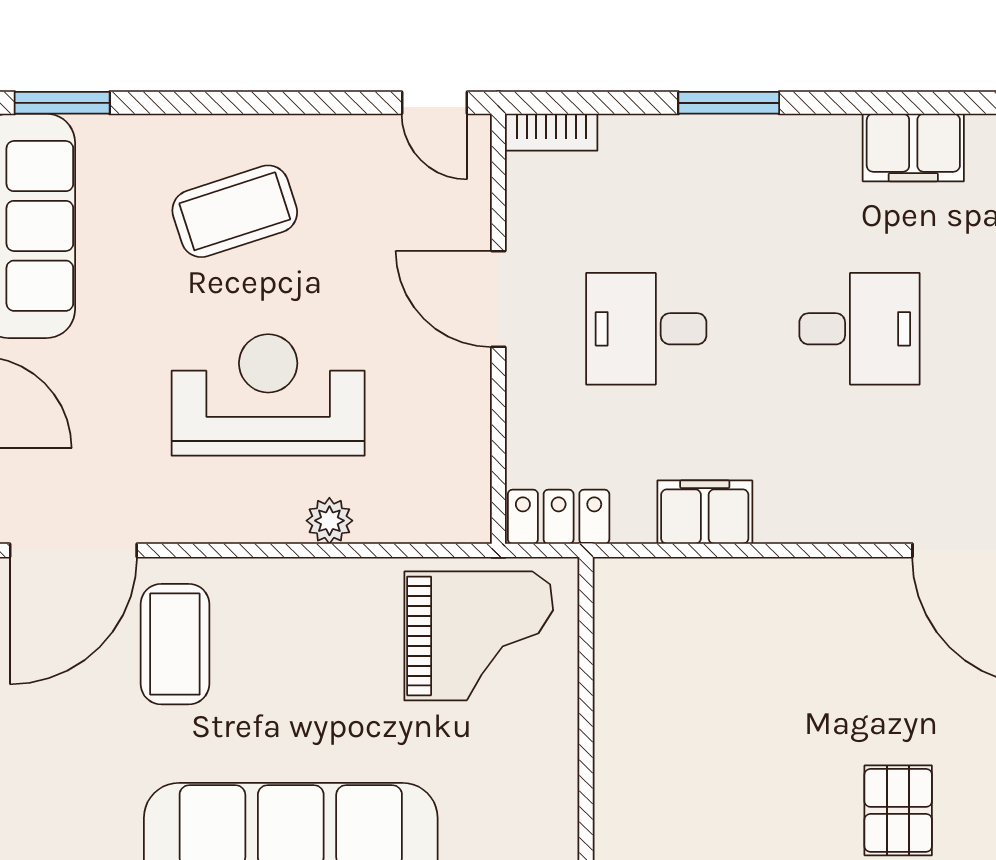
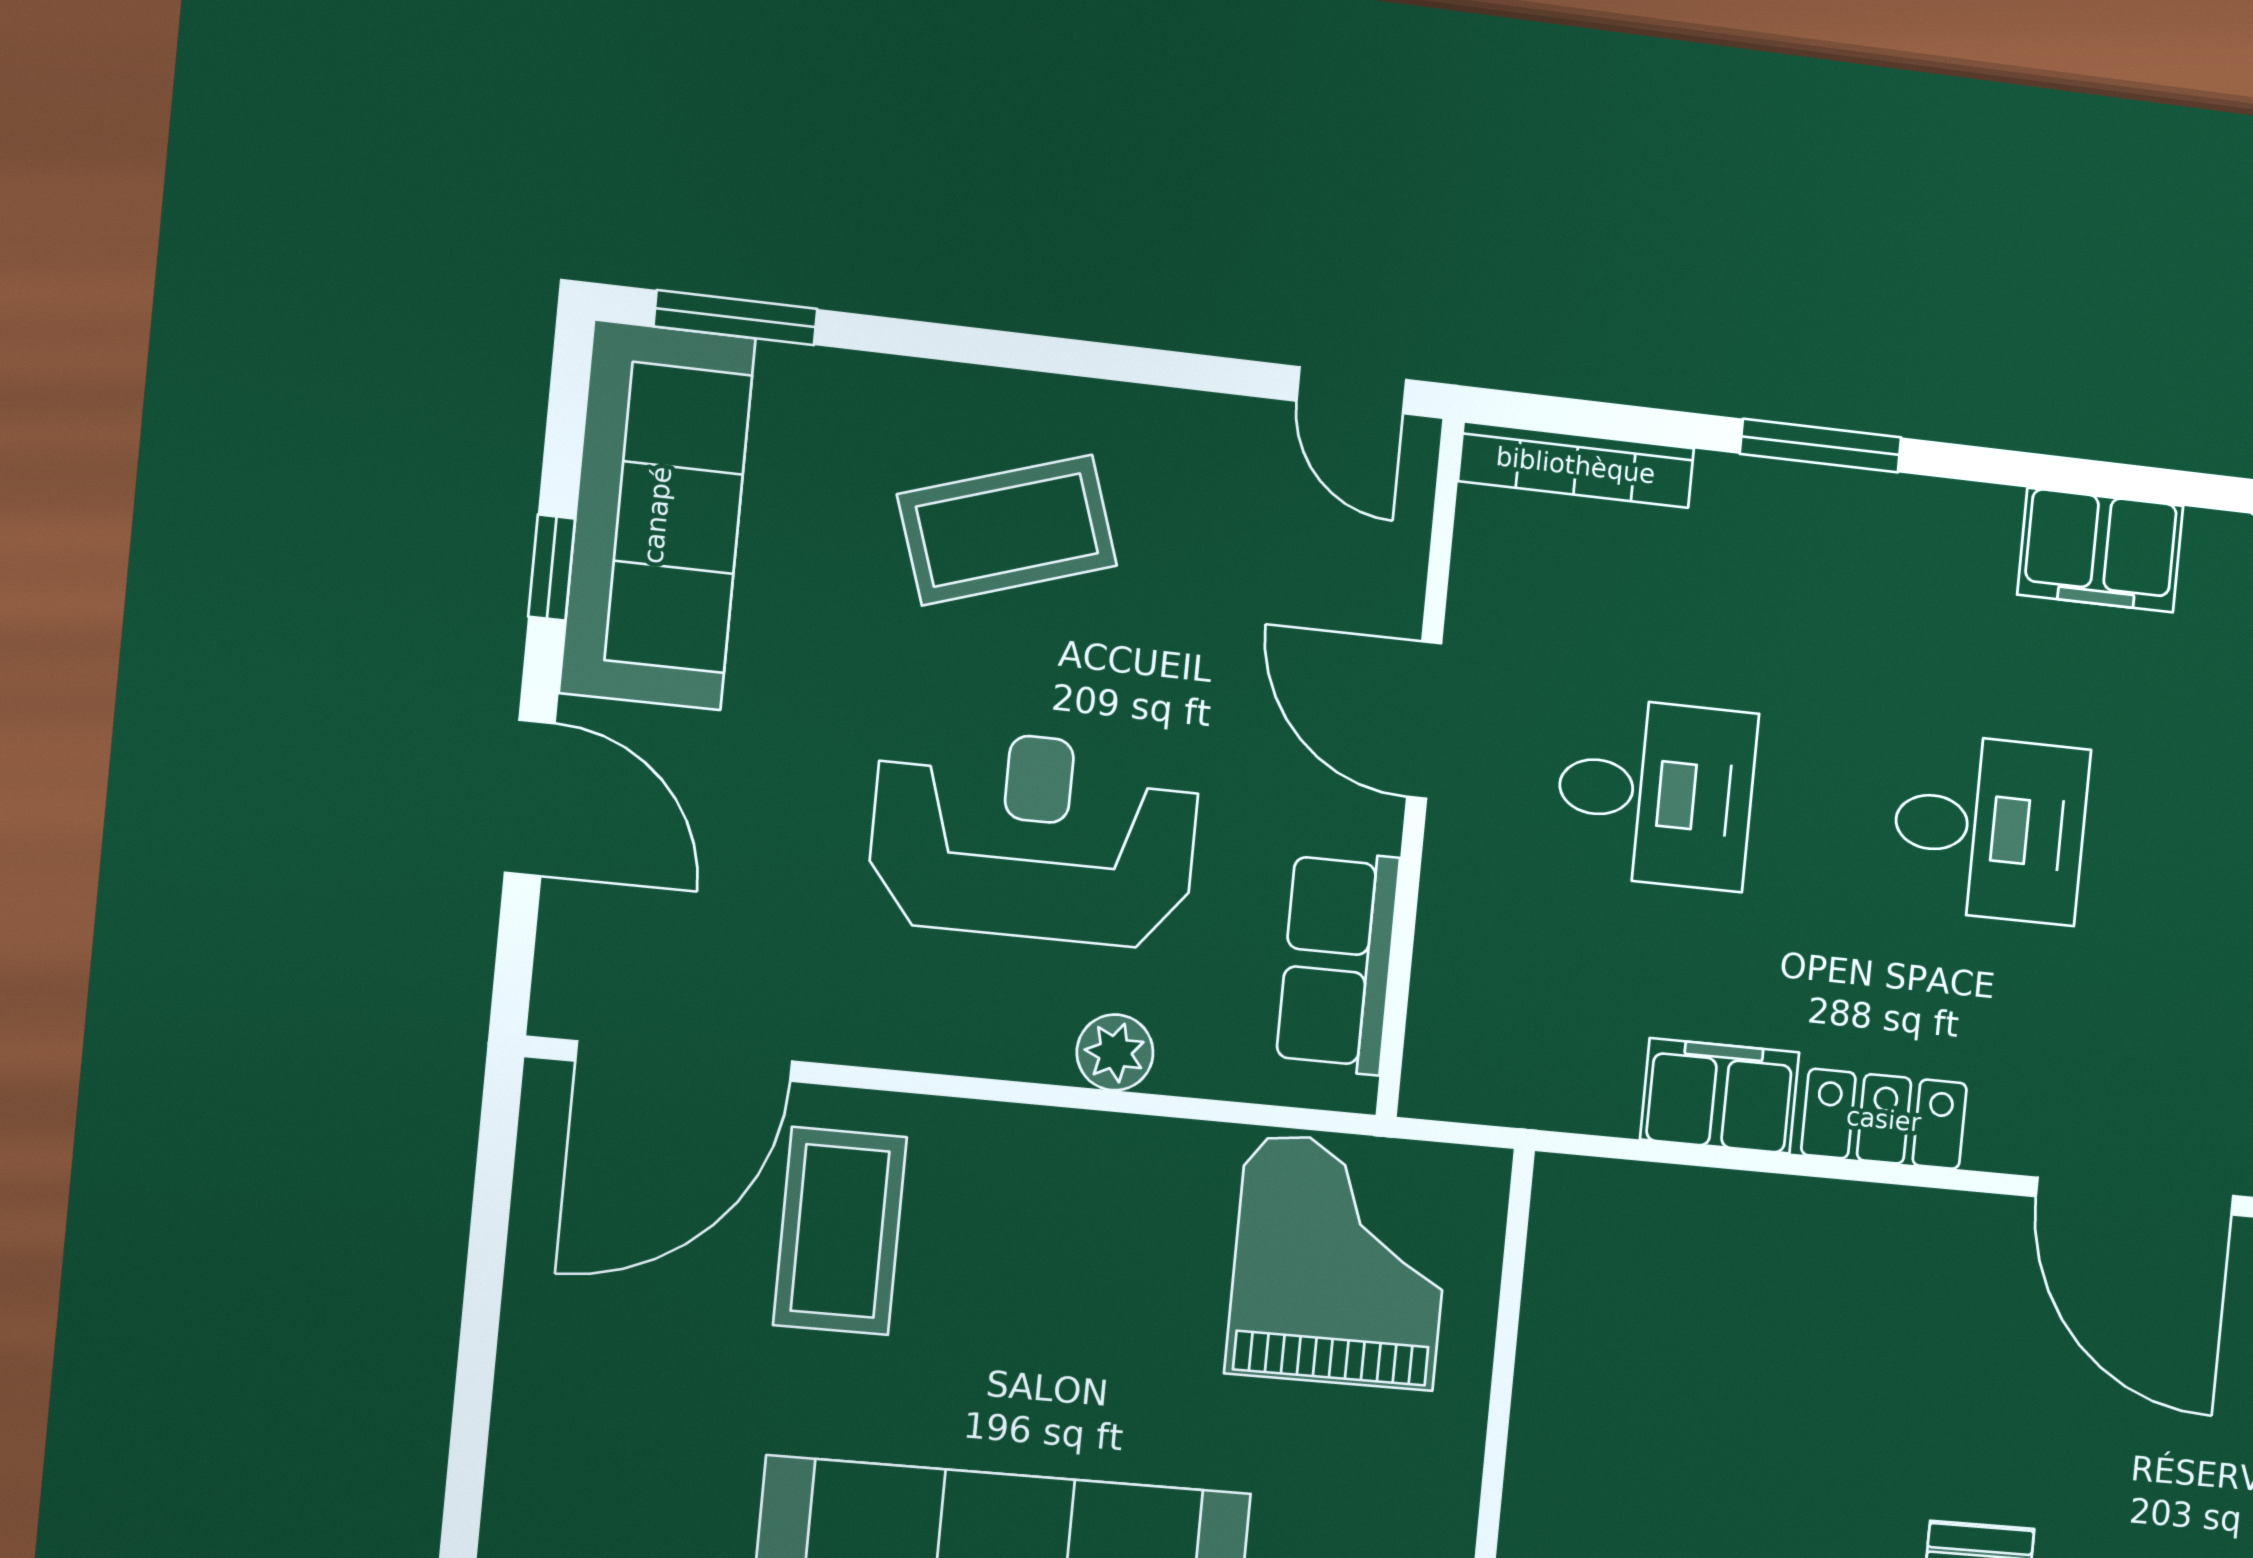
bookcase: (551, 132) -> (1576, 465), width x1.56
desk: (646, 329) -> (1656, 793), turned 180
row of seats: (460, 452) -> (1338, 962), added
locker: (559, 517) -> (1884, 1119), moved
grand piano: (479, 636) -> (1340, 1262), turned -90

